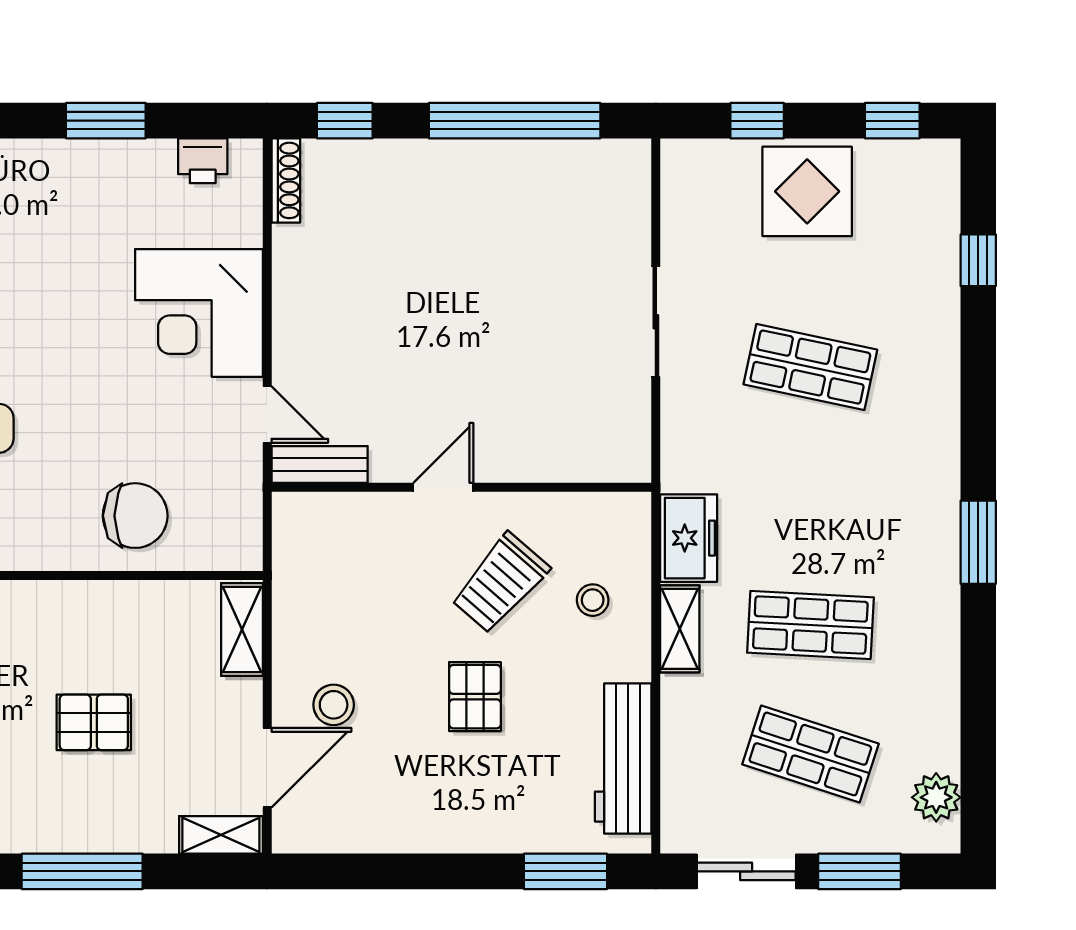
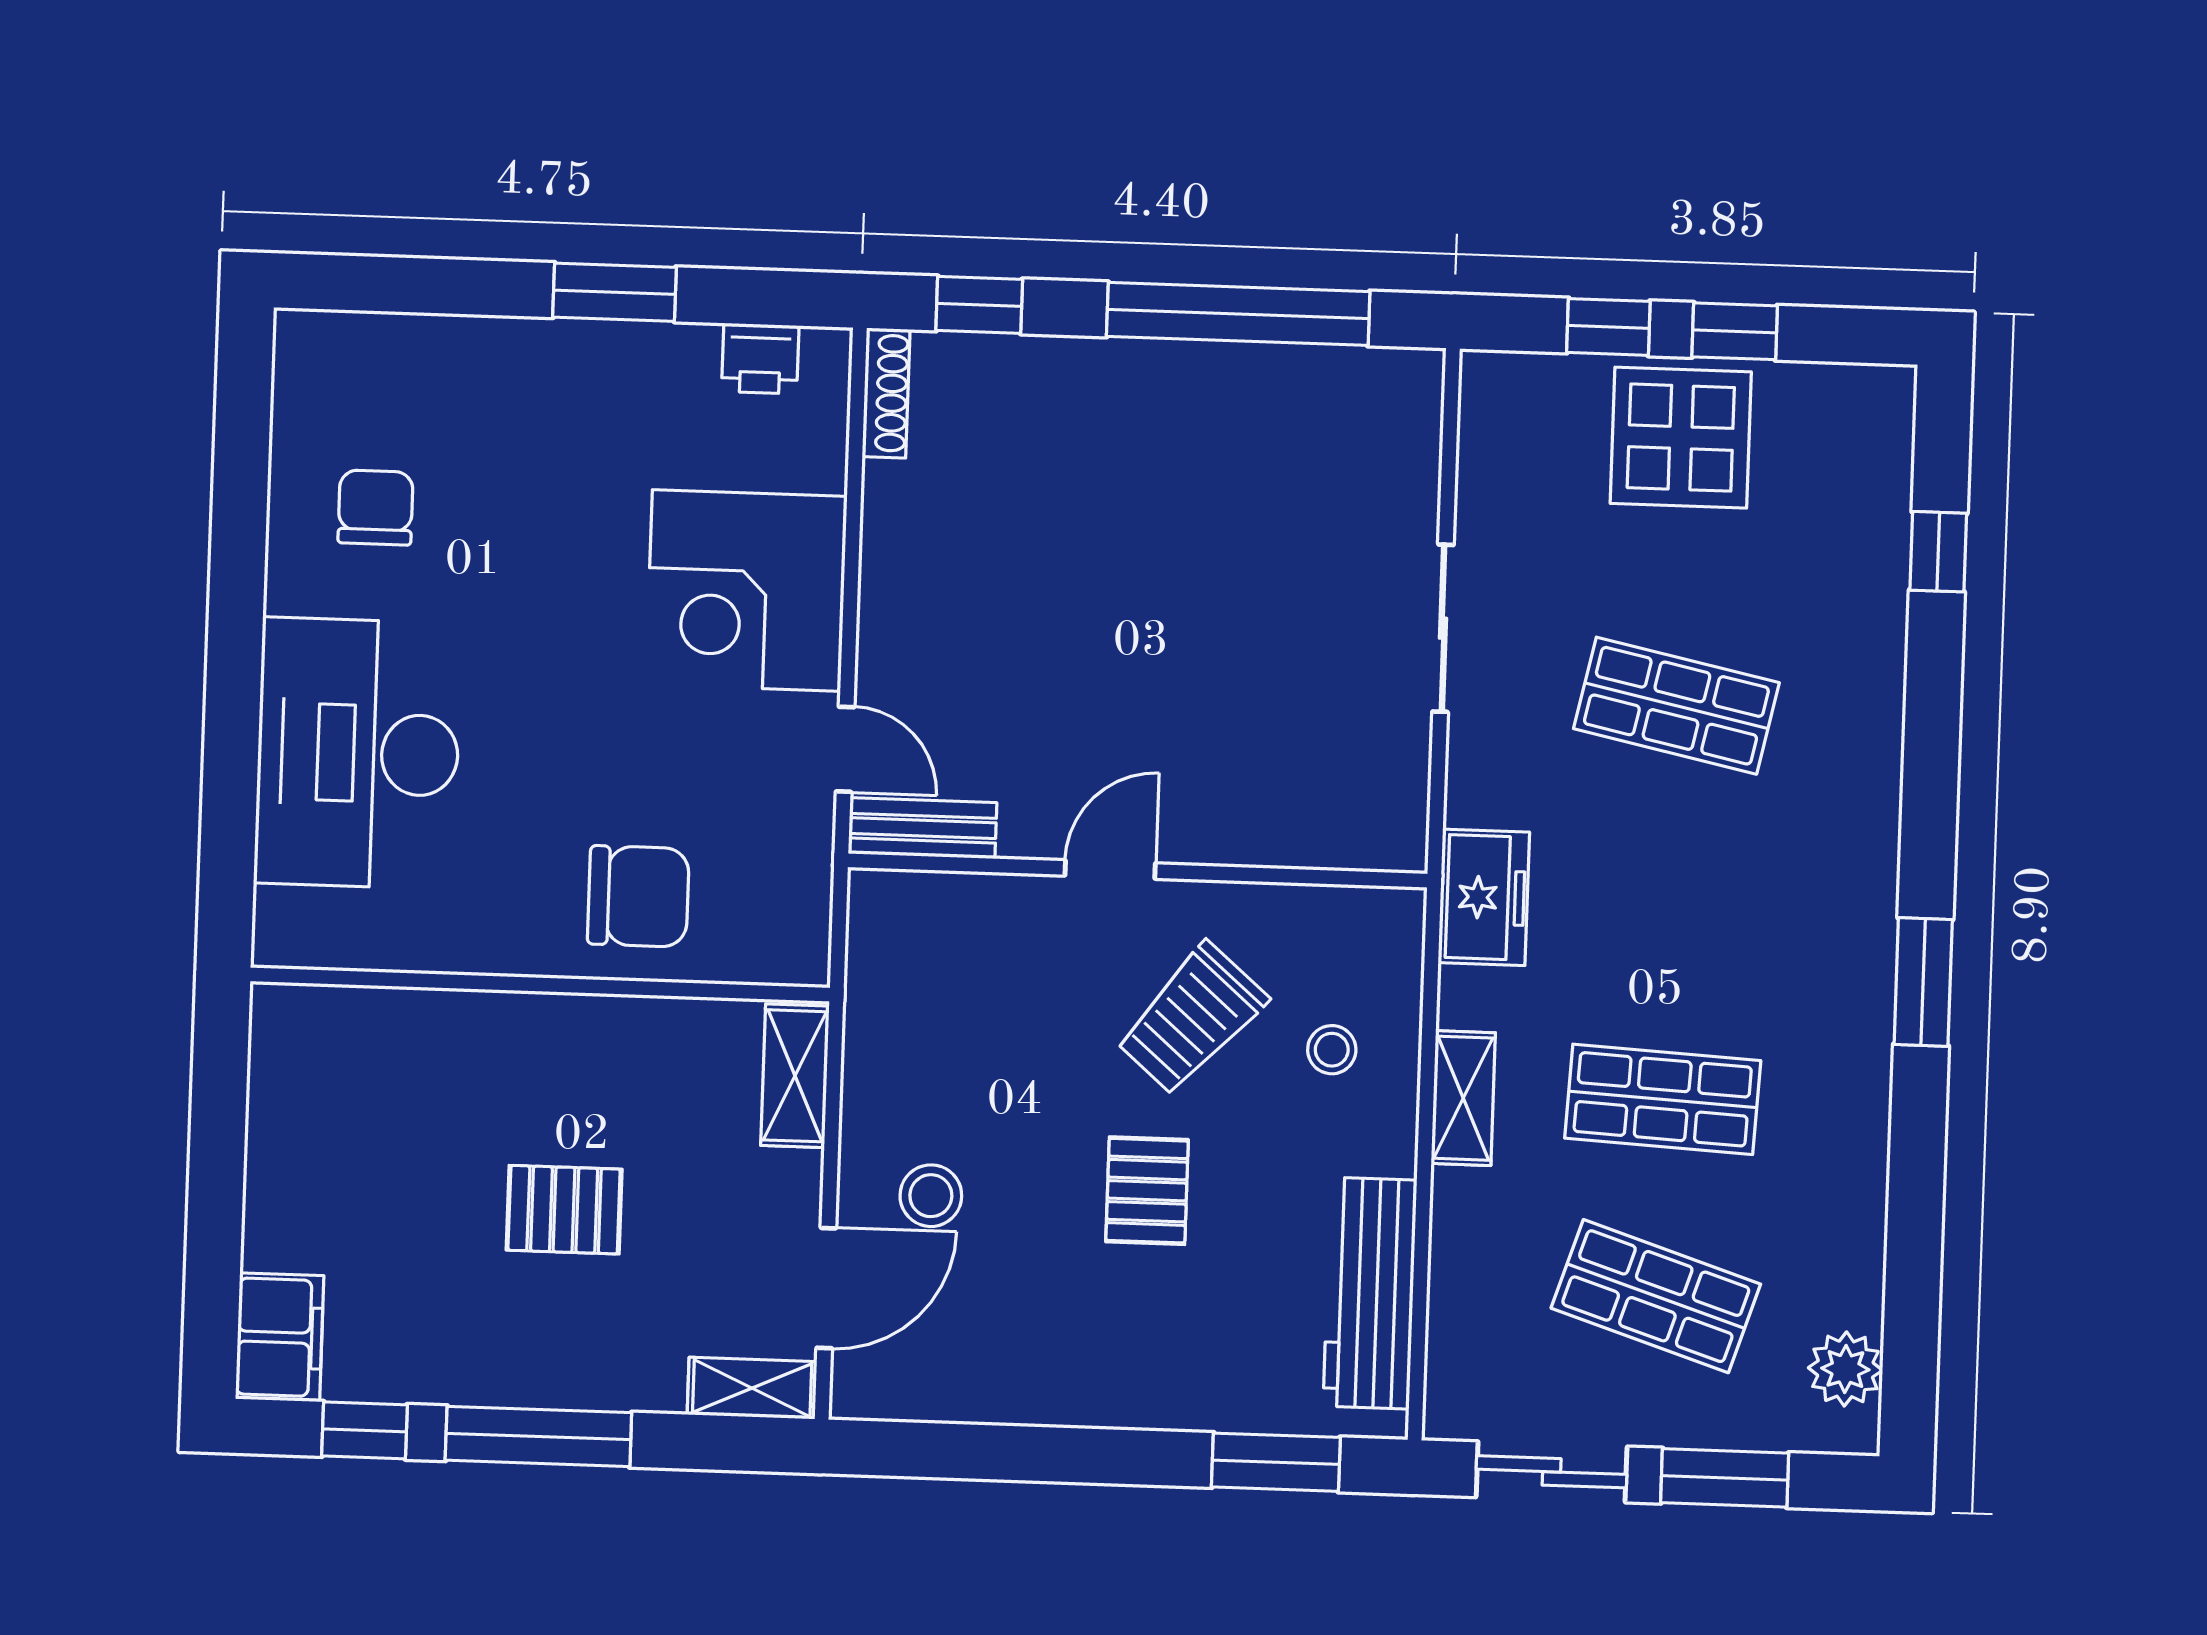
window: (892, 121) -> (1735, 331), moved
freezer: (689, 538) -> (1484, 897), moved

